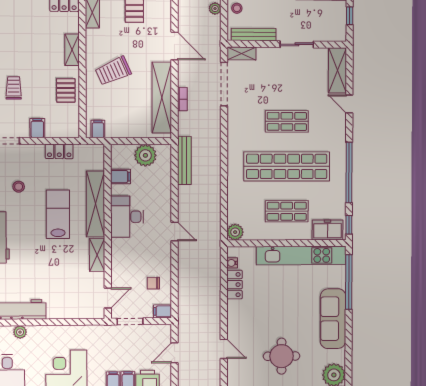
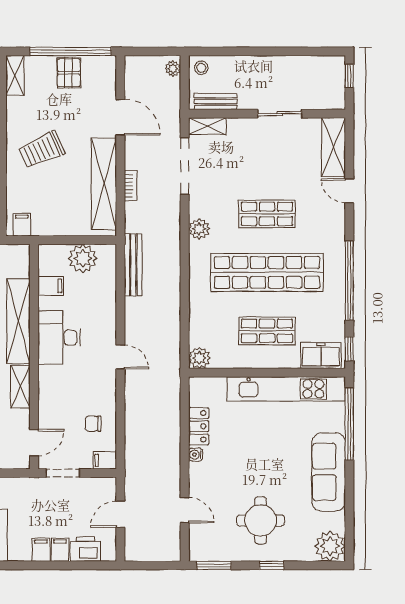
bench: (254, 35) -> (216, 102), width x0.73
plant: (235, 133) -> (199, 229), added
water cooler: (232, 263) -> (196, 455), moved

